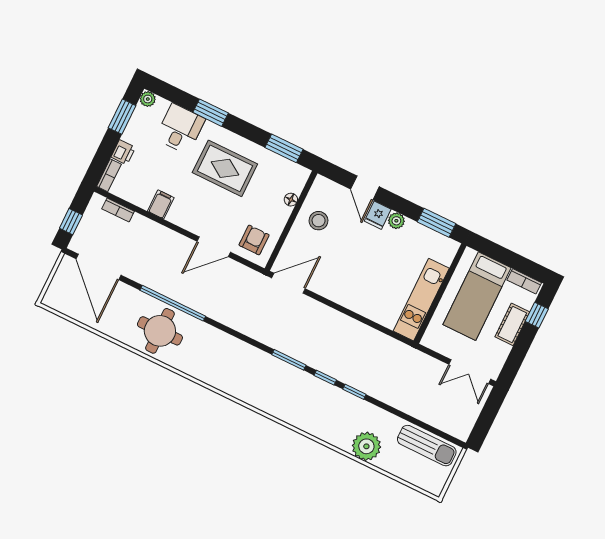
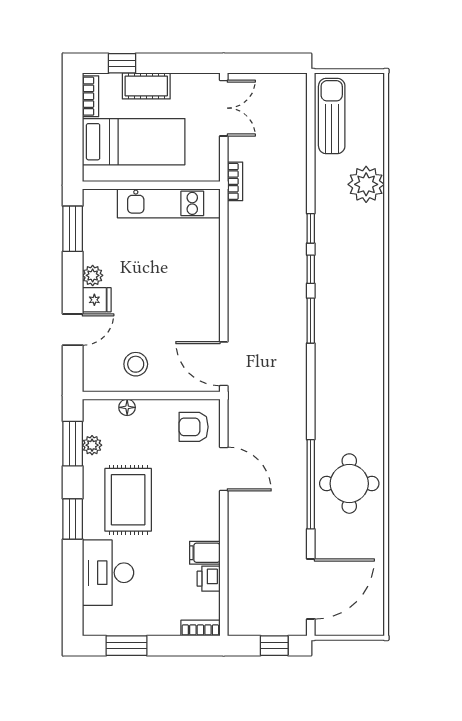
plant: (148, 99) -> (92, 445), moved
window: (211, 113) -> (73, 519), moved
desk: (180, 129) -> (108, 573), width x1.37
printer: (123, 152) -> (209, 579), moved, turned -90
bookcase: (118, 210) -> (235, 181), moved

